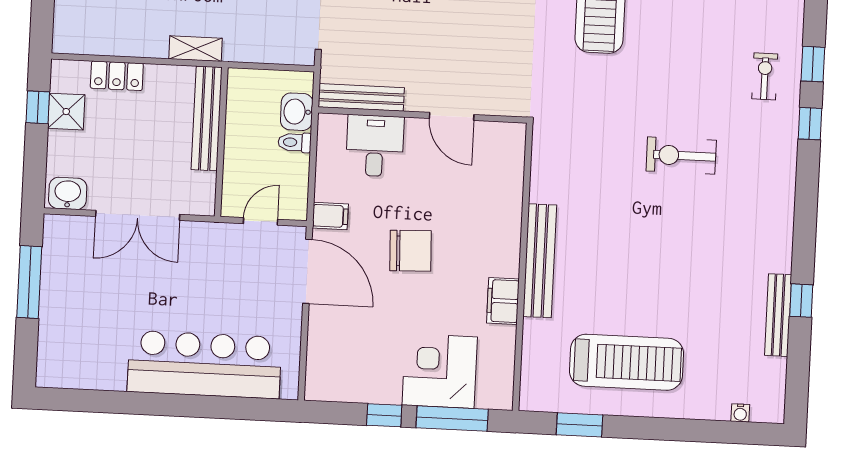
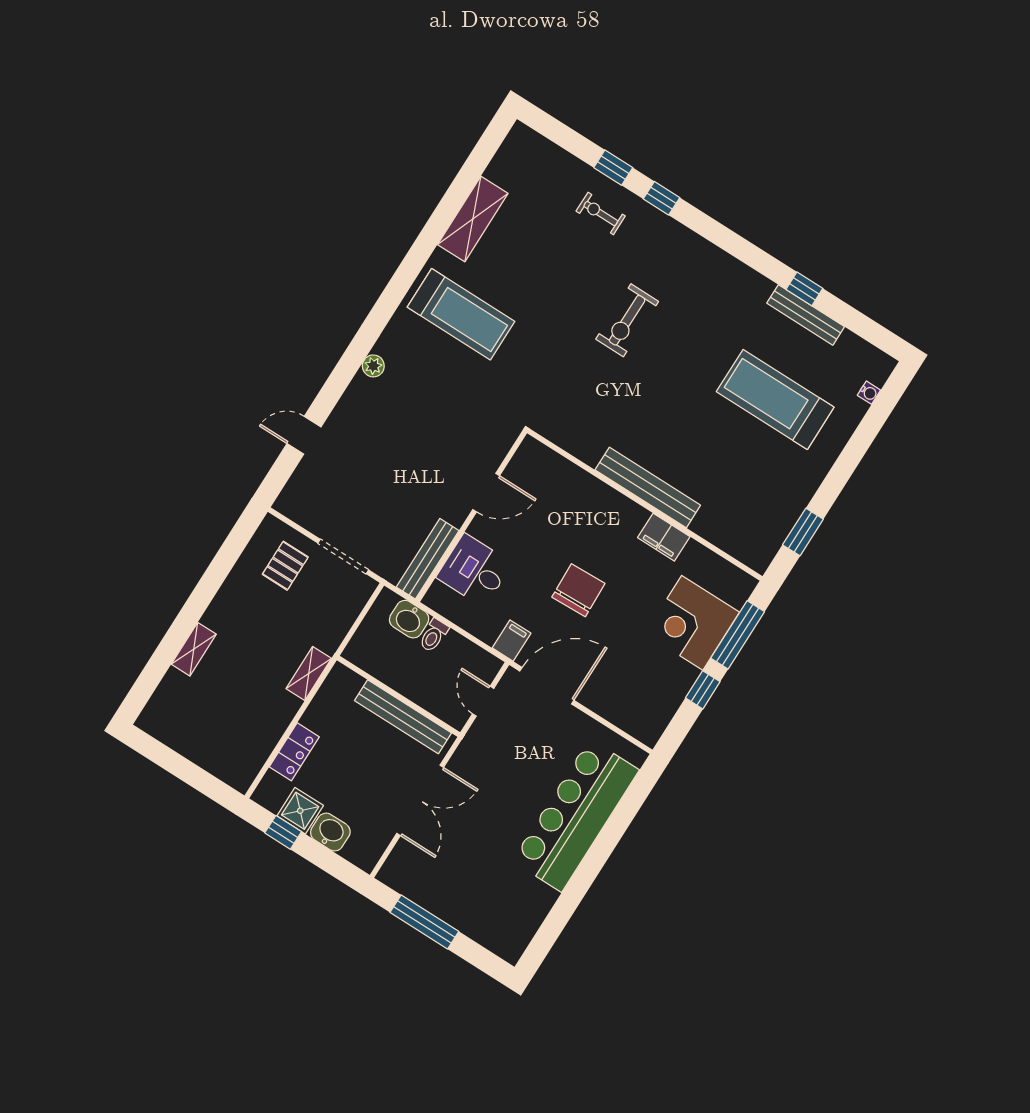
bench: (207, 118) -> (403, 717), moved
washbasin: (68, 193) -> (330, 832), moved, turned 90
treadmill: (626, 362) -> (775, 399), moved, turned -90

